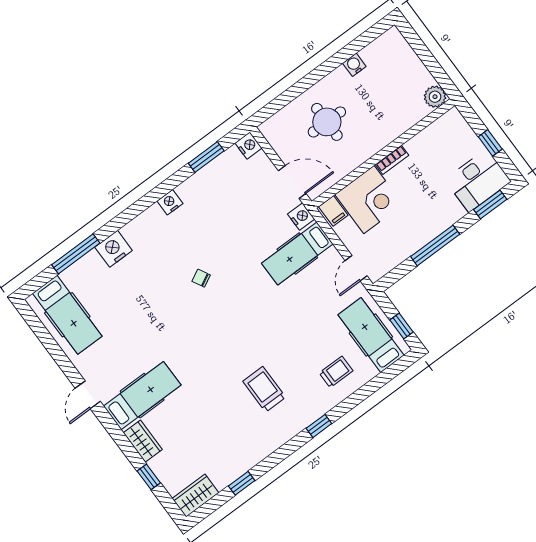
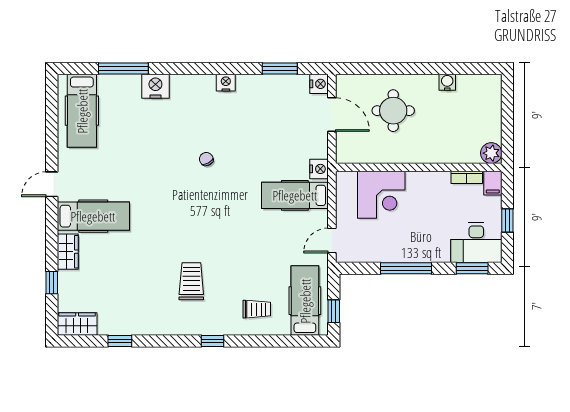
bookcase: (392, 160) -> (467, 177), moved
door: (292, 182) -> (332, 115), moved
filing cabinet: (333, 211) -> (493, 183), moved

